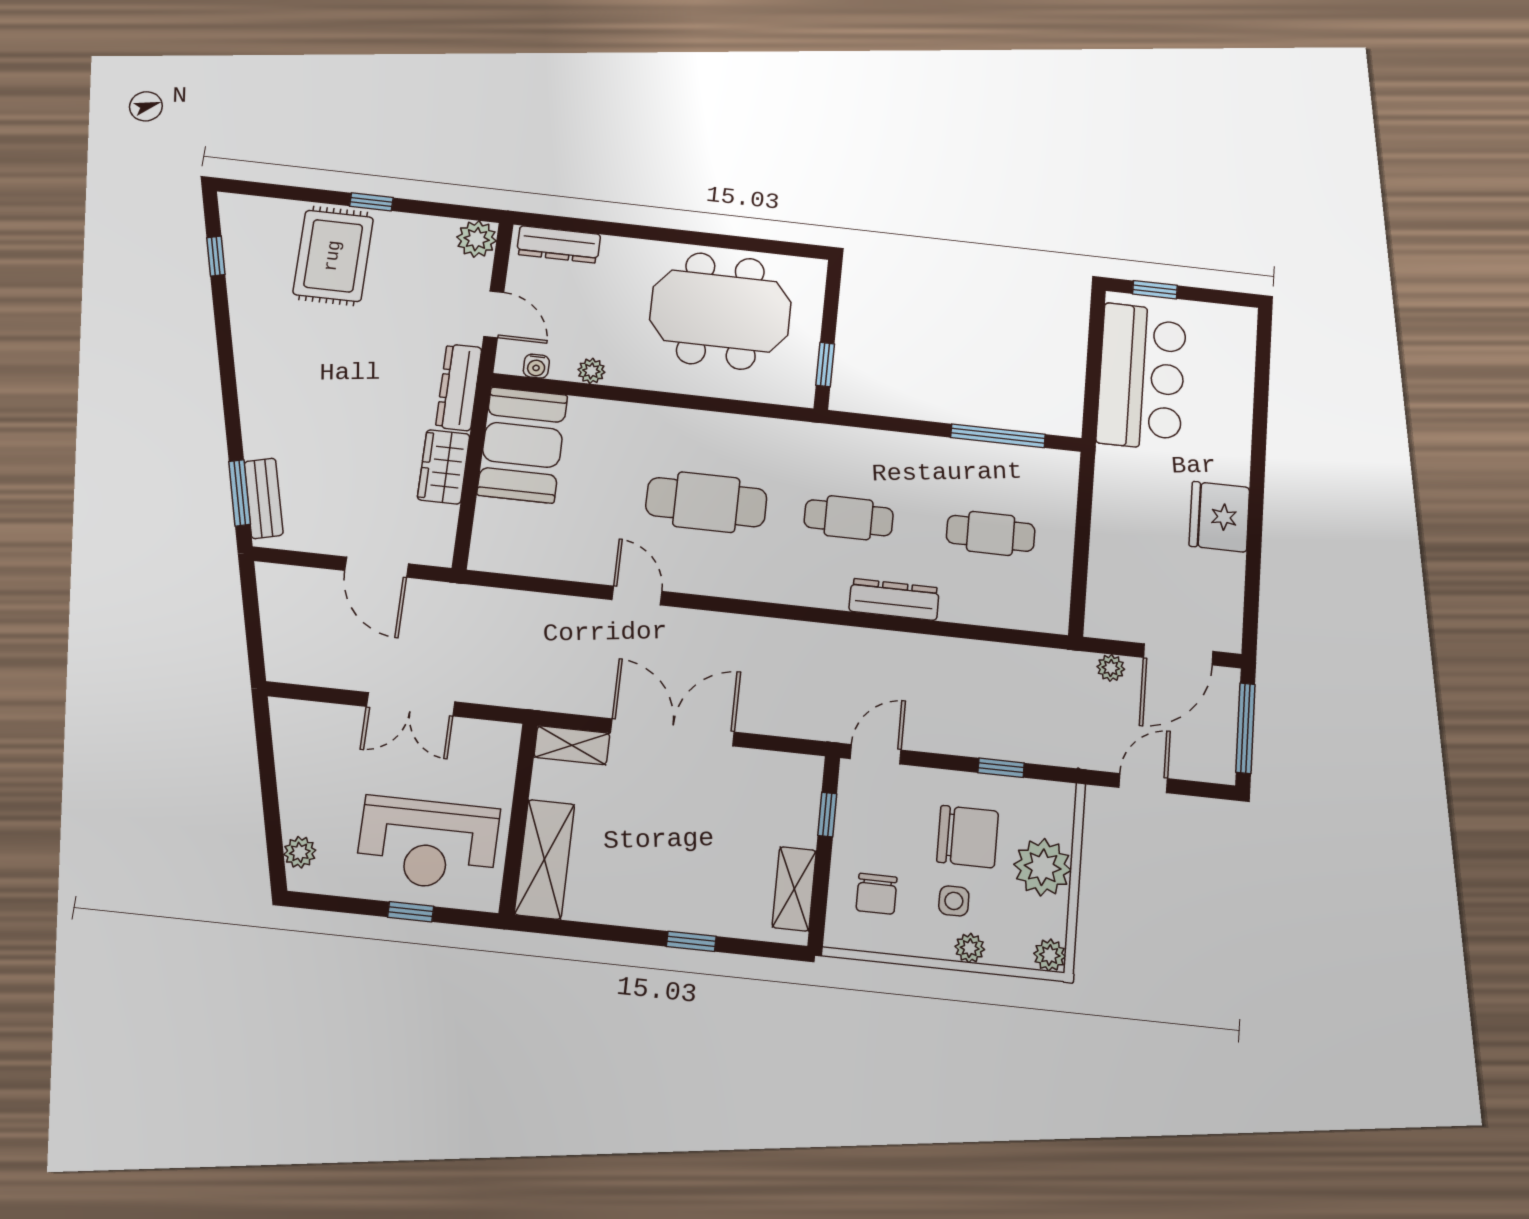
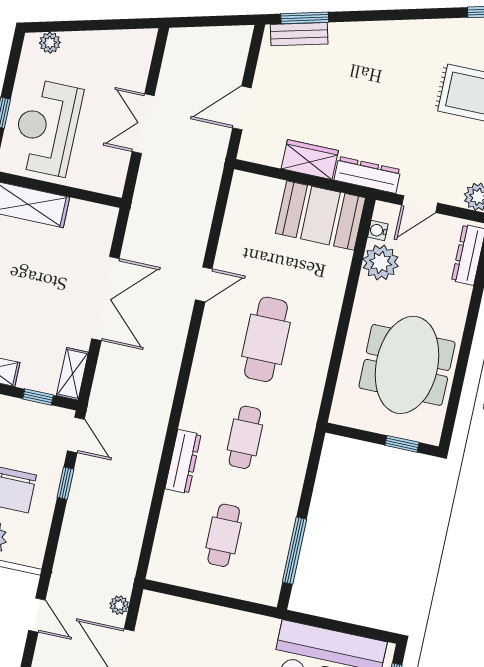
window: (825, 364) -> (402, 444), moved
plant: (591, 371) -> (381, 262), width x1.87, depth x1.87
shelving: (572, 745) -> (72, 374), moved
window: (1001, 768) -> (65, 483), moved

